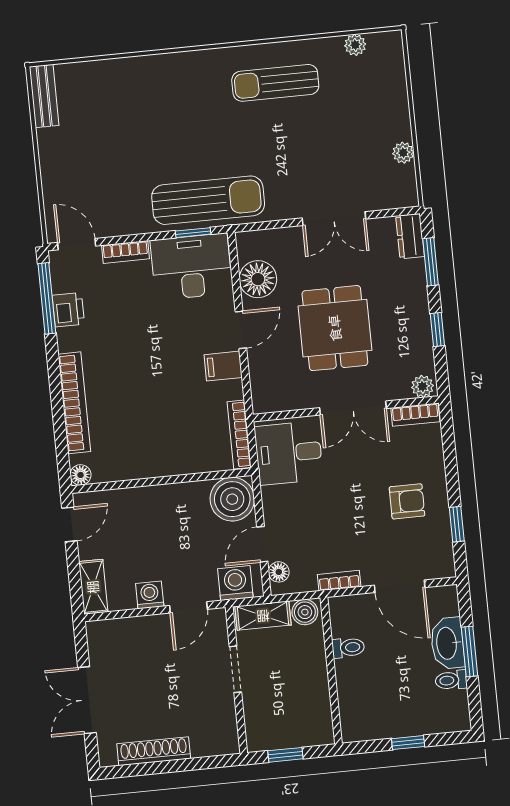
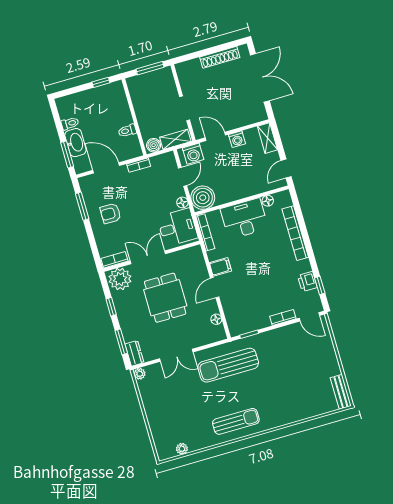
sun lounger: (275, 83) -> (236, 421), moved
plant: (403, 153) -> (140, 374), moved
sun lounger: (208, 200) -> (228, 365), moved
double door: (334, 219) -> (176, 355), swing flipped
desk: (191, 267) -> (244, 219), moved, turned 180
floor lamp: (258, 279) -> (216, 319), width x0.53, depth x0.53
window: (47, 298) -> (320, 285), width x0.46
plant: (422, 386) -> (120, 279), width x1.88, depth x1.88
floor lamp: (81, 475) -> (268, 201), moved
window: (457, 524) -> (82, 206), width x1.50
floor lamp: (279, 572) -> (182, 202), moved
door: (188, 607) -> (215, 136), hinge flipped
window: (469, 652) -> (67, 154), moved
double door: (87, 700) -> (260, 78), width x1.37
window: (408, 743) -> (101, 82), moved
window: (285, 755) -> (150, 68), width x1.50

